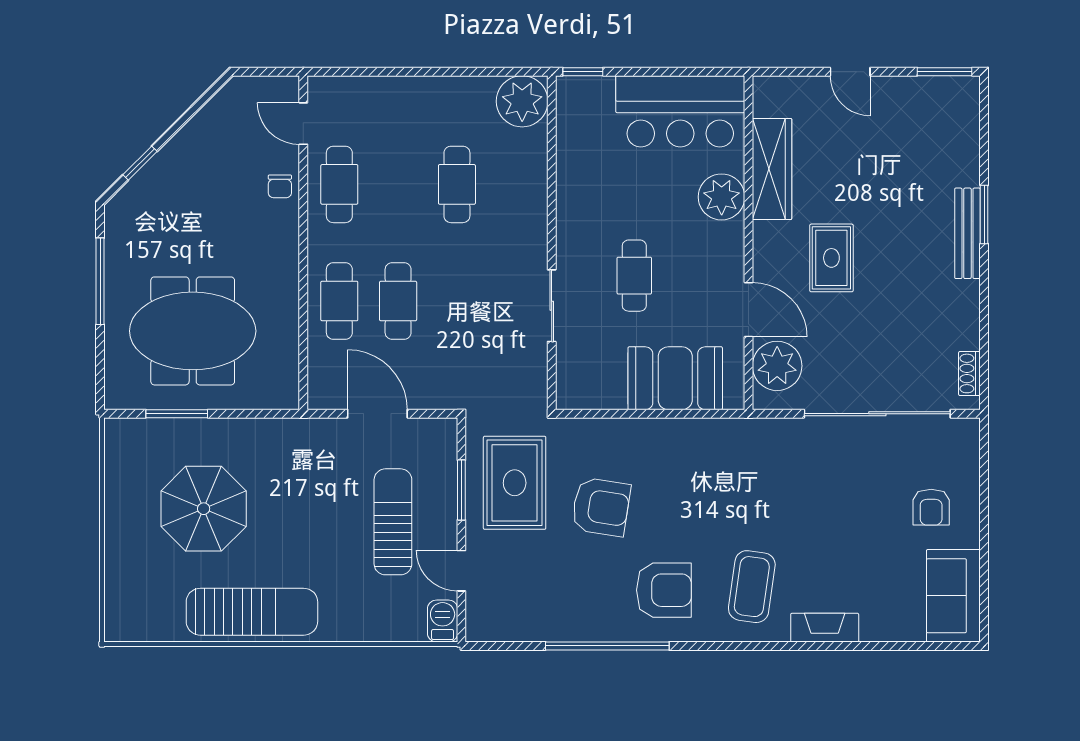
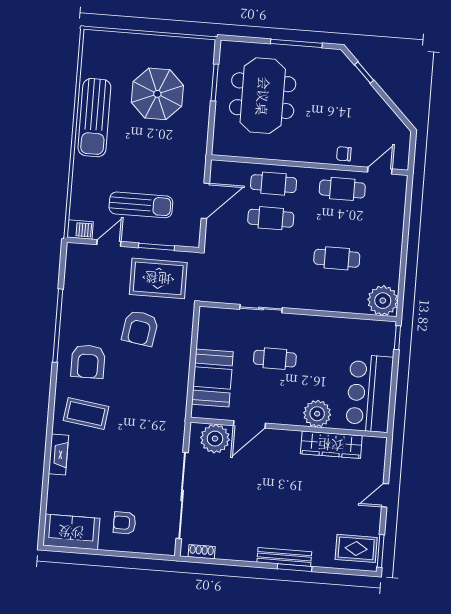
rug: (831, 258) -> (356, 548), moved

